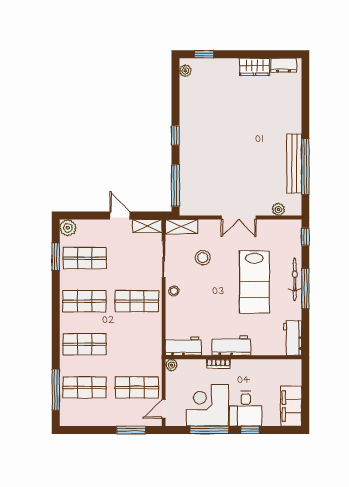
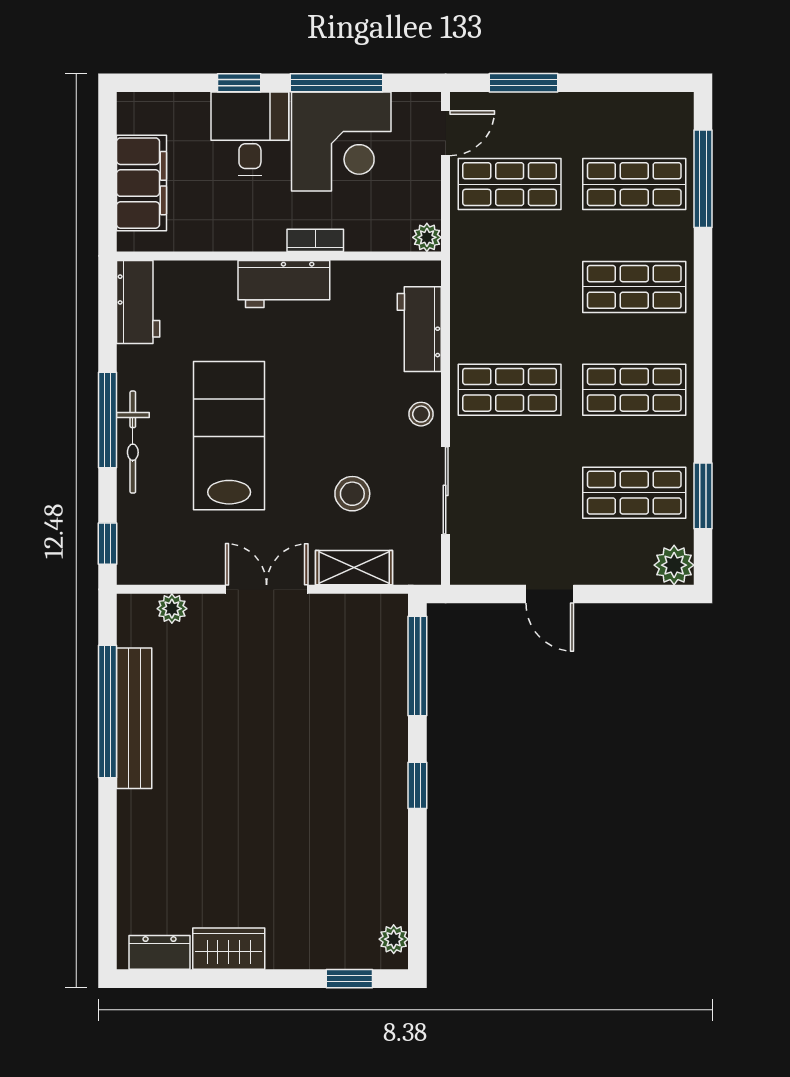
shelving: (147, 226) -> (485, 569), removed
shelving: (182, 227) -> (354, 568), moved
workbench: (183, 346) -> (419, 329), moved, turned 90
filing cabinet: (291, 406) -> (141, 183), moved

